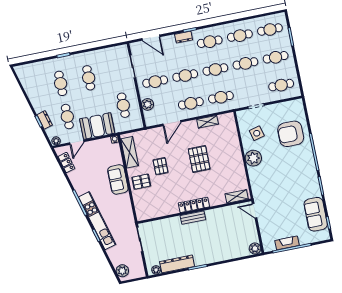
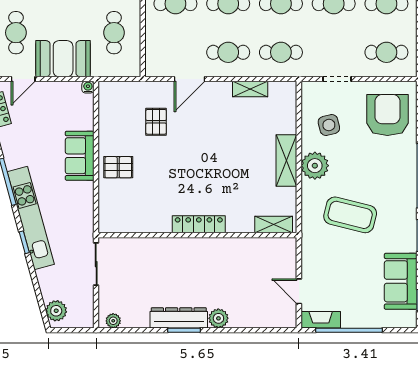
plant: (148, 104) -> (155, 39), removed
armchair: (291, 134) -> (387, 115), moved, turned 90
shelving: (130, 152) -> (286, 161), moved
pallet: (199, 159) -> (223, 149), removed
pallet: (160, 166) -> (156, 122), moved
coffee table: (279, 182) -> (350, 215), added
door: (254, 211) -> (299, 291), moved
bench: (193, 218) -> (193, 245), removed
fireplace: (287, 243) -> (321, 320), moved
plant: (255, 248) -> (218, 318), moved
dresser: (177, 264) -> (179, 318), moved

